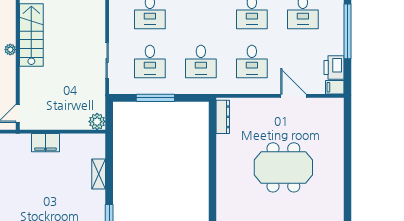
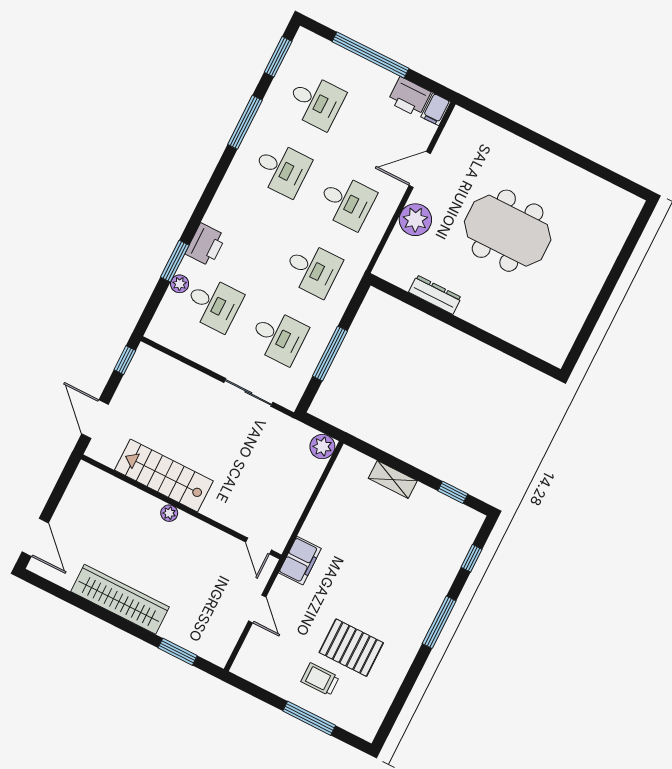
plant: (262, 109) -> (415, 220), added
dresser: (223, 117) -> (435, 295), moved
filing cabinet: (45, 143) -> (300, 561), moved
meeting table: (283, 167) -> (508, 231), turned 90

